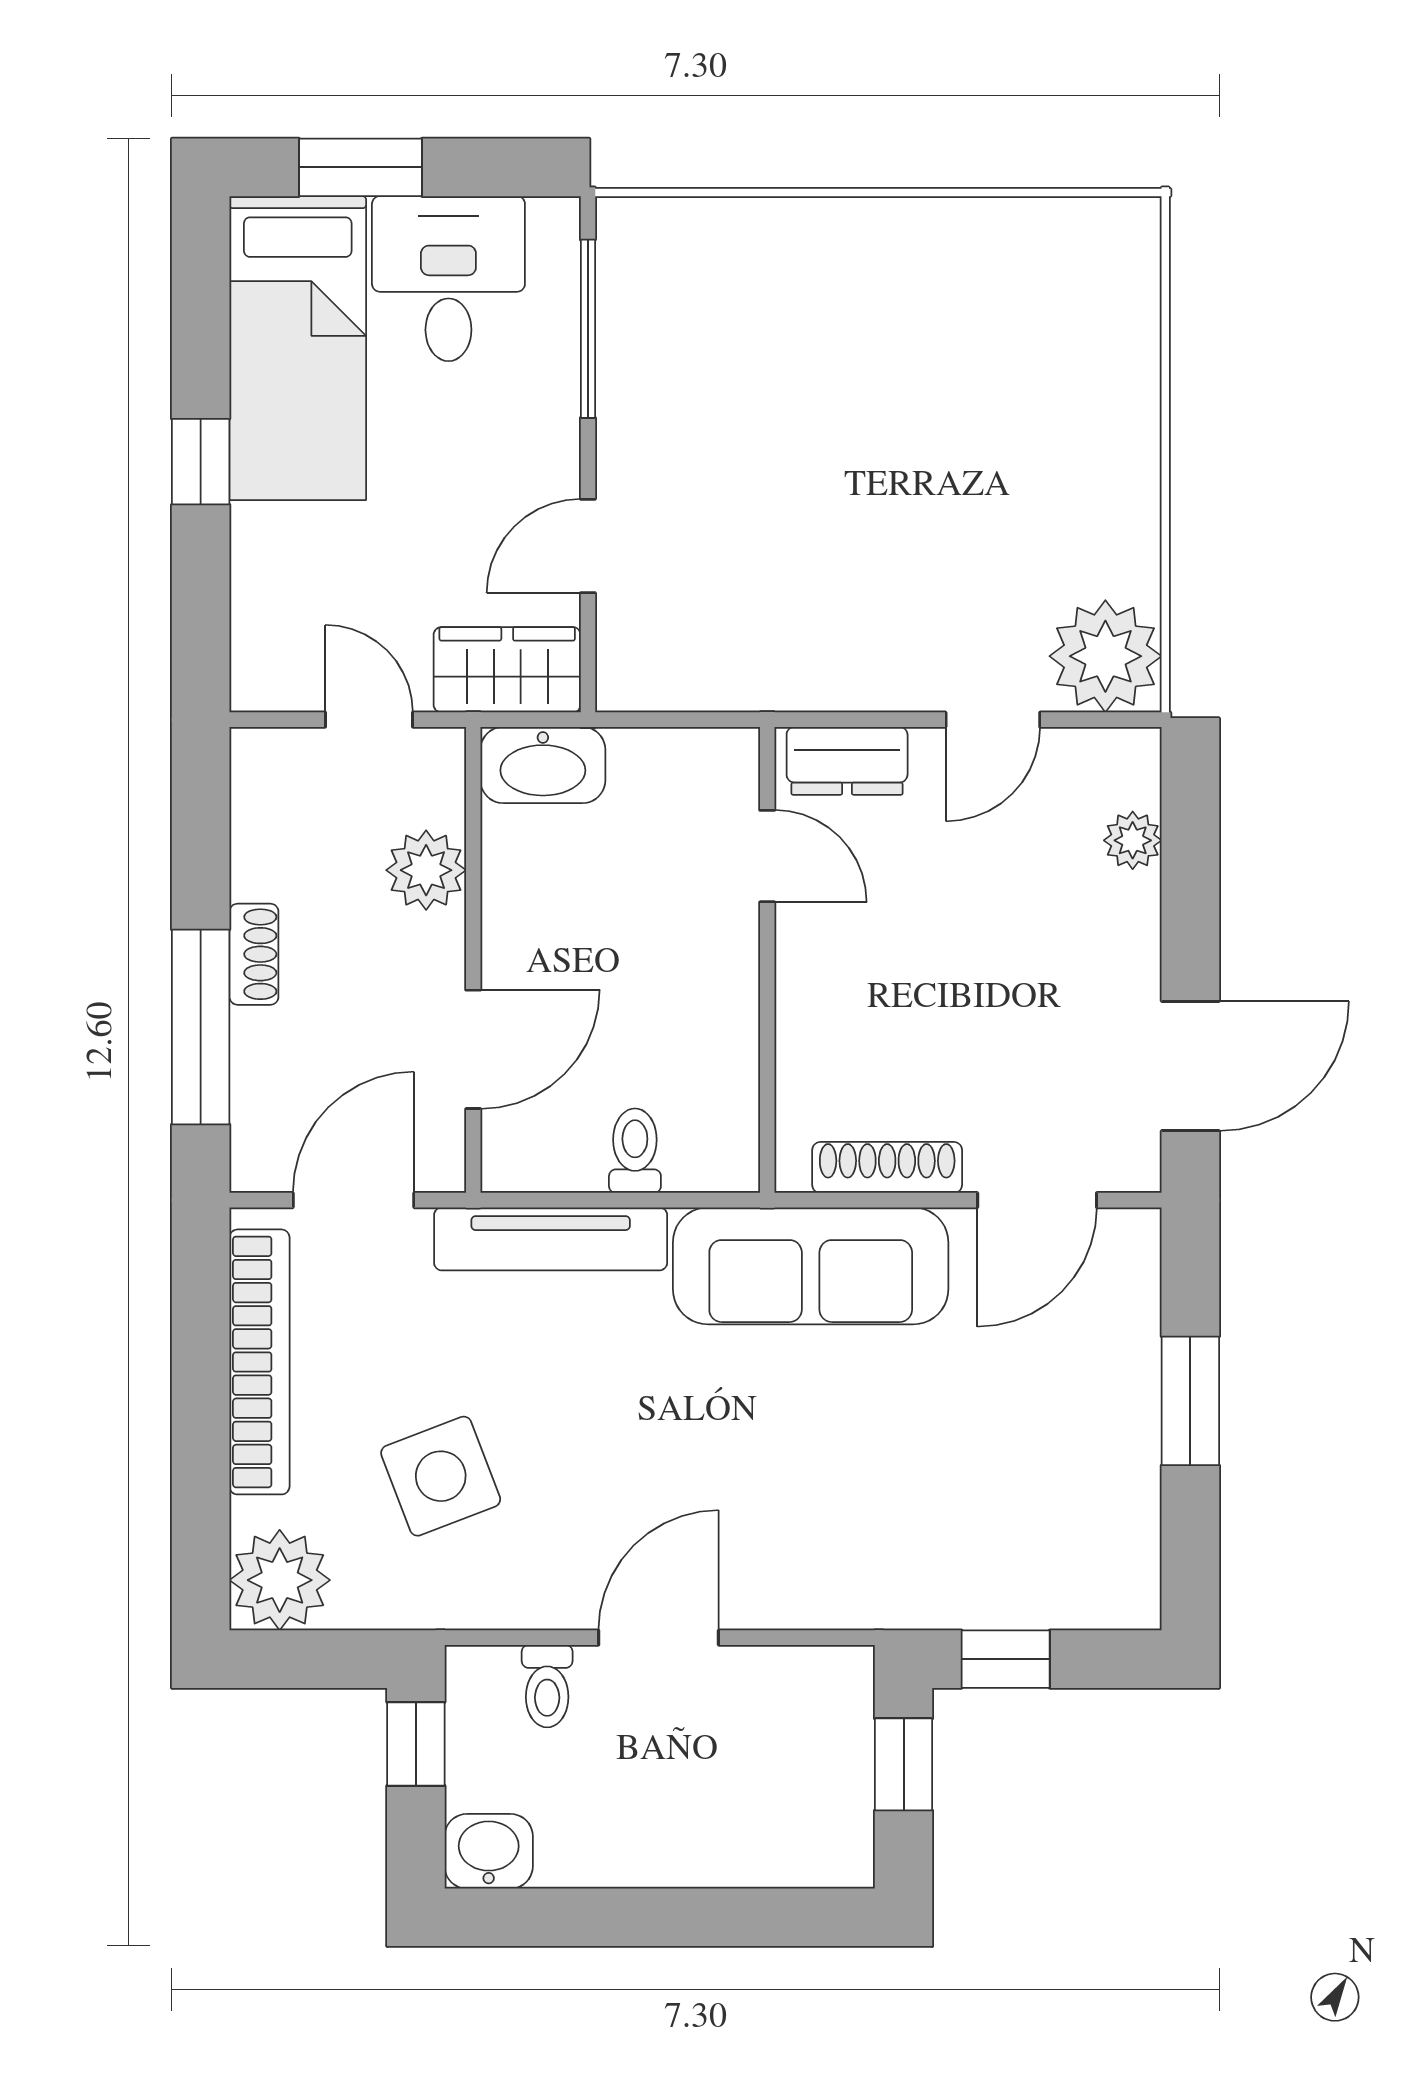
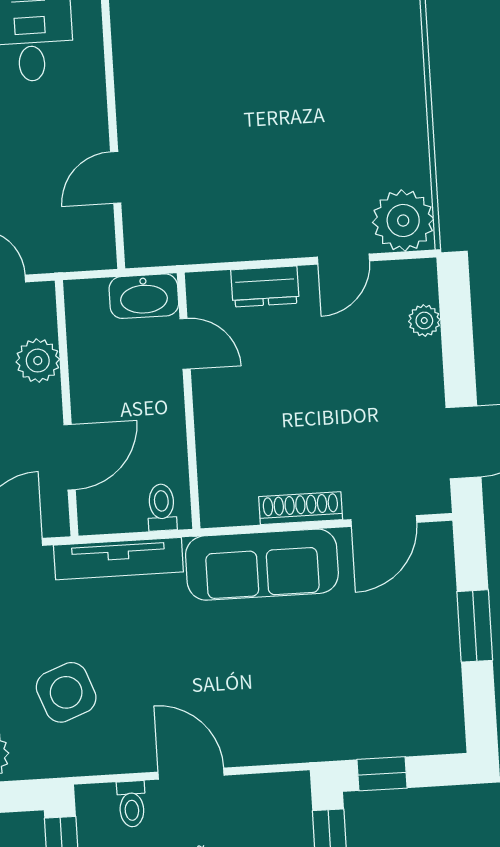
window: (588, 329) -> (108, 58), removed
wardrobe: (507, 670) -> (76, 248), removed
washbasin: (543, 765) -> (144, 296), moved
door: (767, 856) -> (185, 344), moved
wall: (767, 960) -> (189, 401), moved
door: (659, 1638) -> (191, 774), hinge flipped

